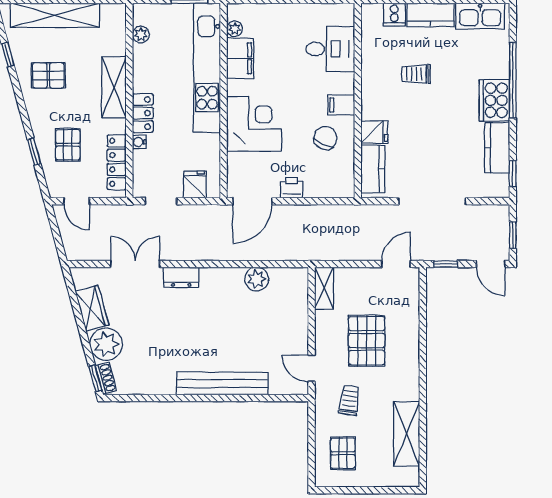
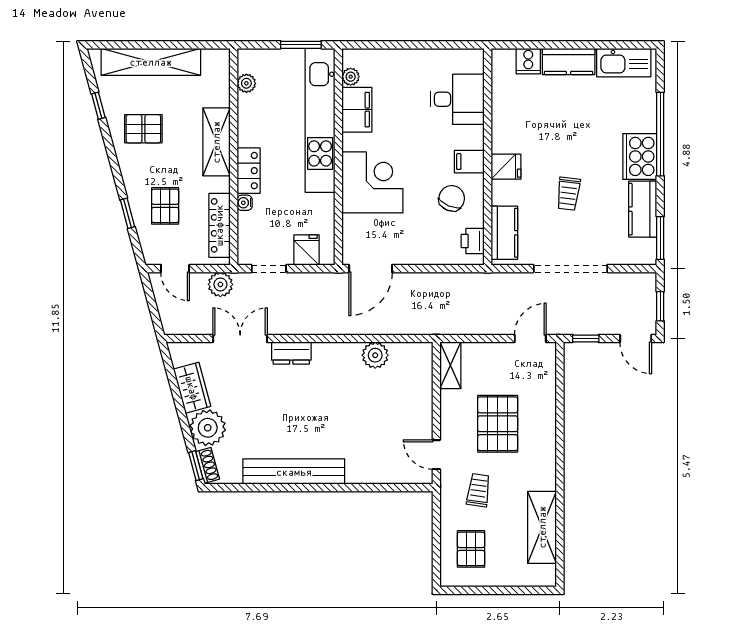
trolley: (416, 74) -> (568, 194), moved, turned -83
fridge: (374, 132) -> (506, 167), moved
window: (513, 174) -> (660, 238), width x1.50
printer: (292, 188) -> (473, 241), moved, turned -90
plant: (118, 215) -> (220, 284), added
bench: (222, 384) -> (294, 472), moved

